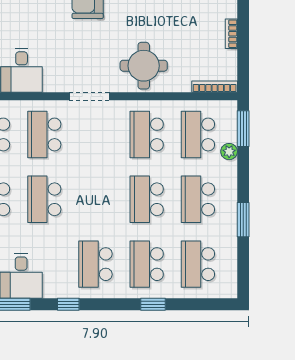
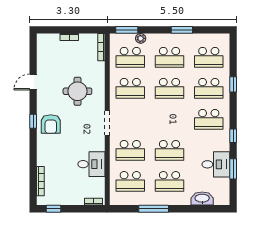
round table: (144, 66) -> (77, 91), moved

